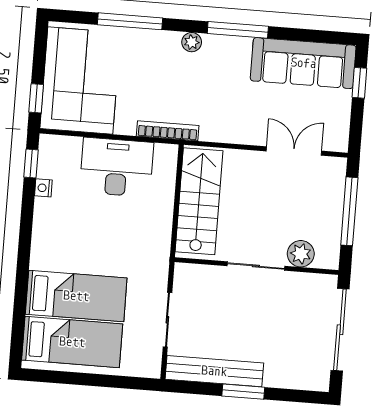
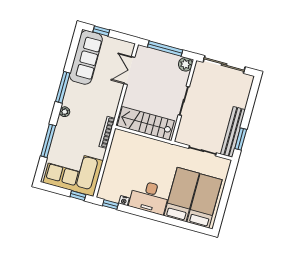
desk: (117, 167) -> (149, 197), moved, turned -90
plant: (301, 254) -> (185, 64), moved
window: (243, 392) -> (241, 139), moved

